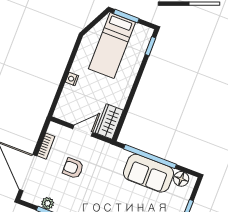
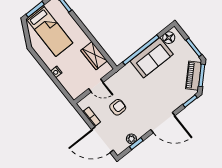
wardrobe: (109, 122) -> (94, 56), moved
door: (83, 131) -> (96, 85), swing flipped
armchair: (73, 168) -> (118, 107), turned 180

